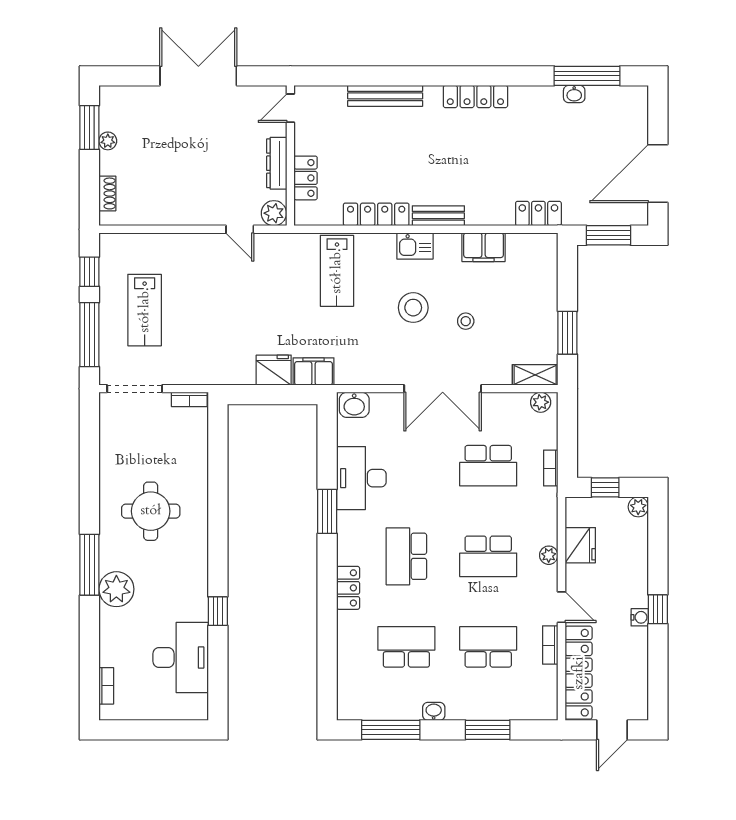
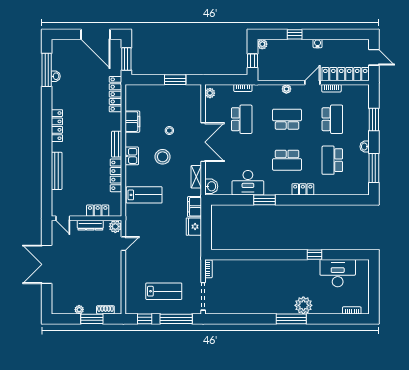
window: (89, 128) -> (92, 319), moved
locker: (538, 214) -> (115, 94), width x1.53
shelving: (535, 375) -> (196, 177), moved
round table: (151, 511) -> (264, 288), removed
fridge: (580, 545) -> (281, 73), removed
school desk: (488, 556) -> (287, 119), turned -90
window: (658, 609) -> (295, 34), moved
school desk: (488, 647) -> (332, 119), turned 180

